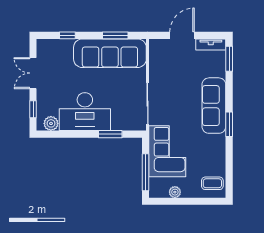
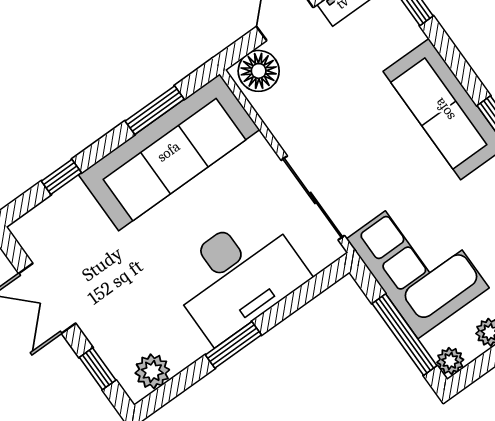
floor lamp: (160, 47) -> (259, 71), added
desk: (85, 112) -> (237, 276), moved
window: (110, 134) -> (233, 345), moved
plant: (155, 192) -> (450, 361), added

